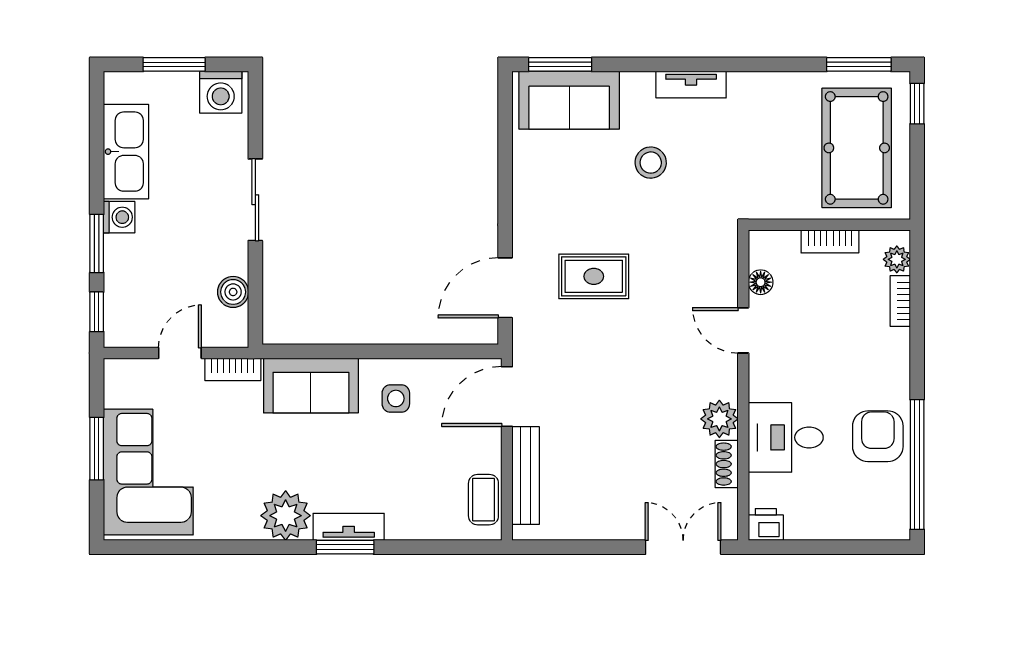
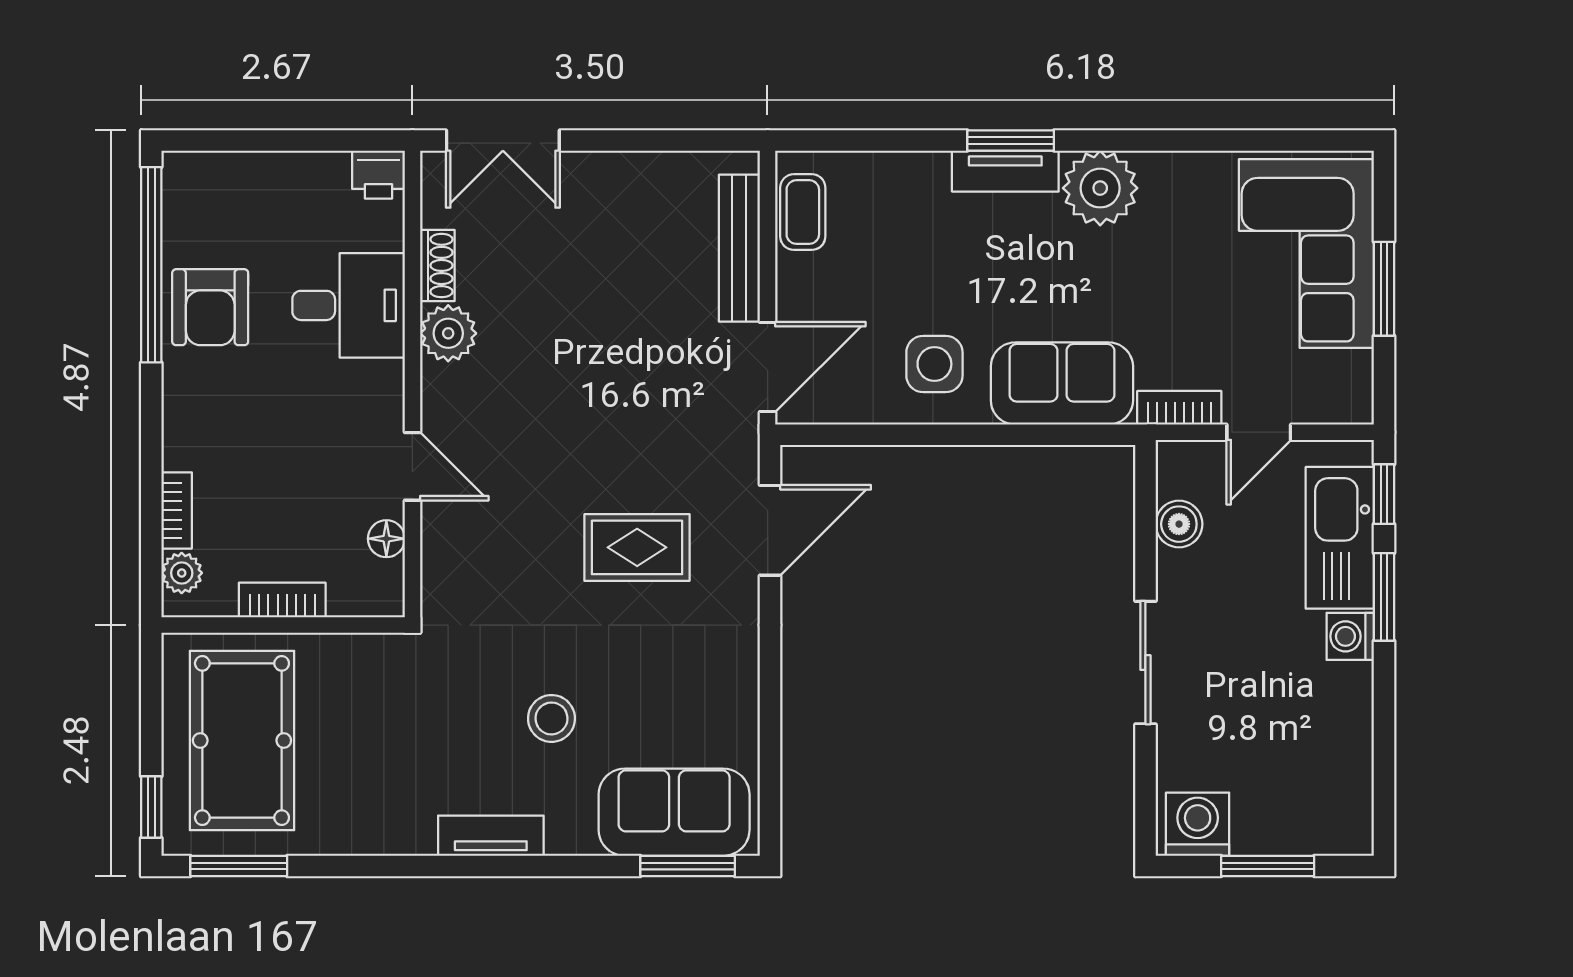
kitchen sink: (126, 152) -> (1340, 538), moved
side table: (396, 398) -> (934, 364), width x1.37, depth x1.37

